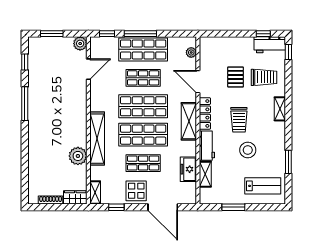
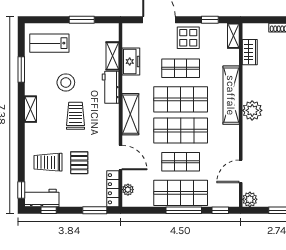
window: (221, 34) -> (95, 210), added
shelving: (280, 109) -> (31, 109), moved
locker: (205, 113) -> (113, 189), moved
plant: (78, 156) -> (252, 110), moved
wardrobe: (75, 197) -> (250, 52), moved, turned -90

